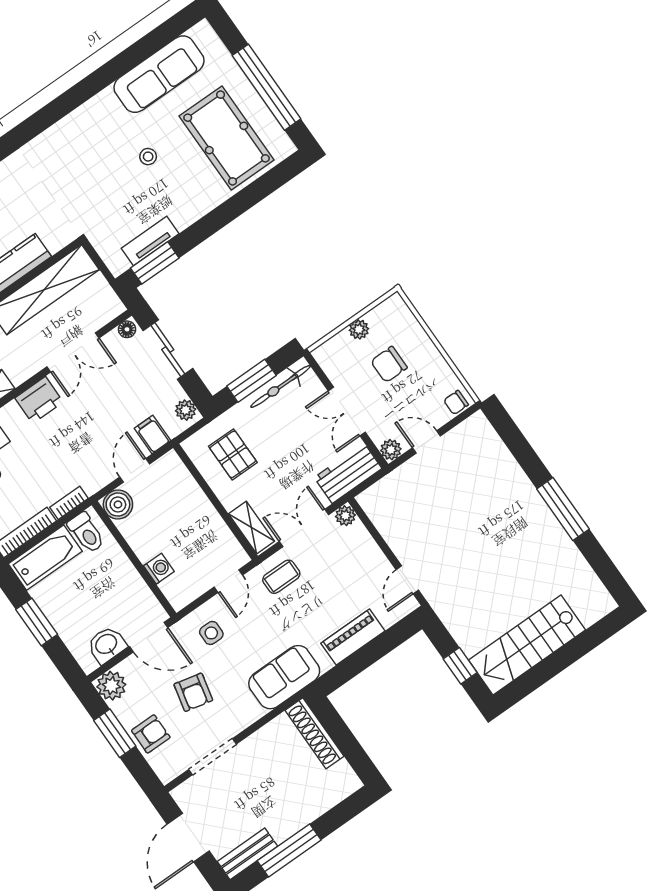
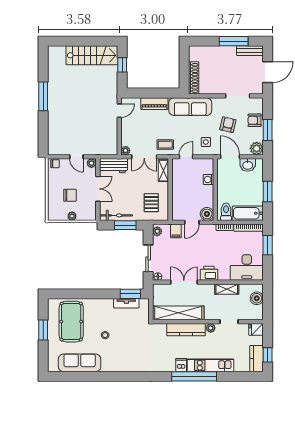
window: (267, 87) -> (43, 330), width x0.47
sofa: (284, 677) -> (190, 107), width x1.36

